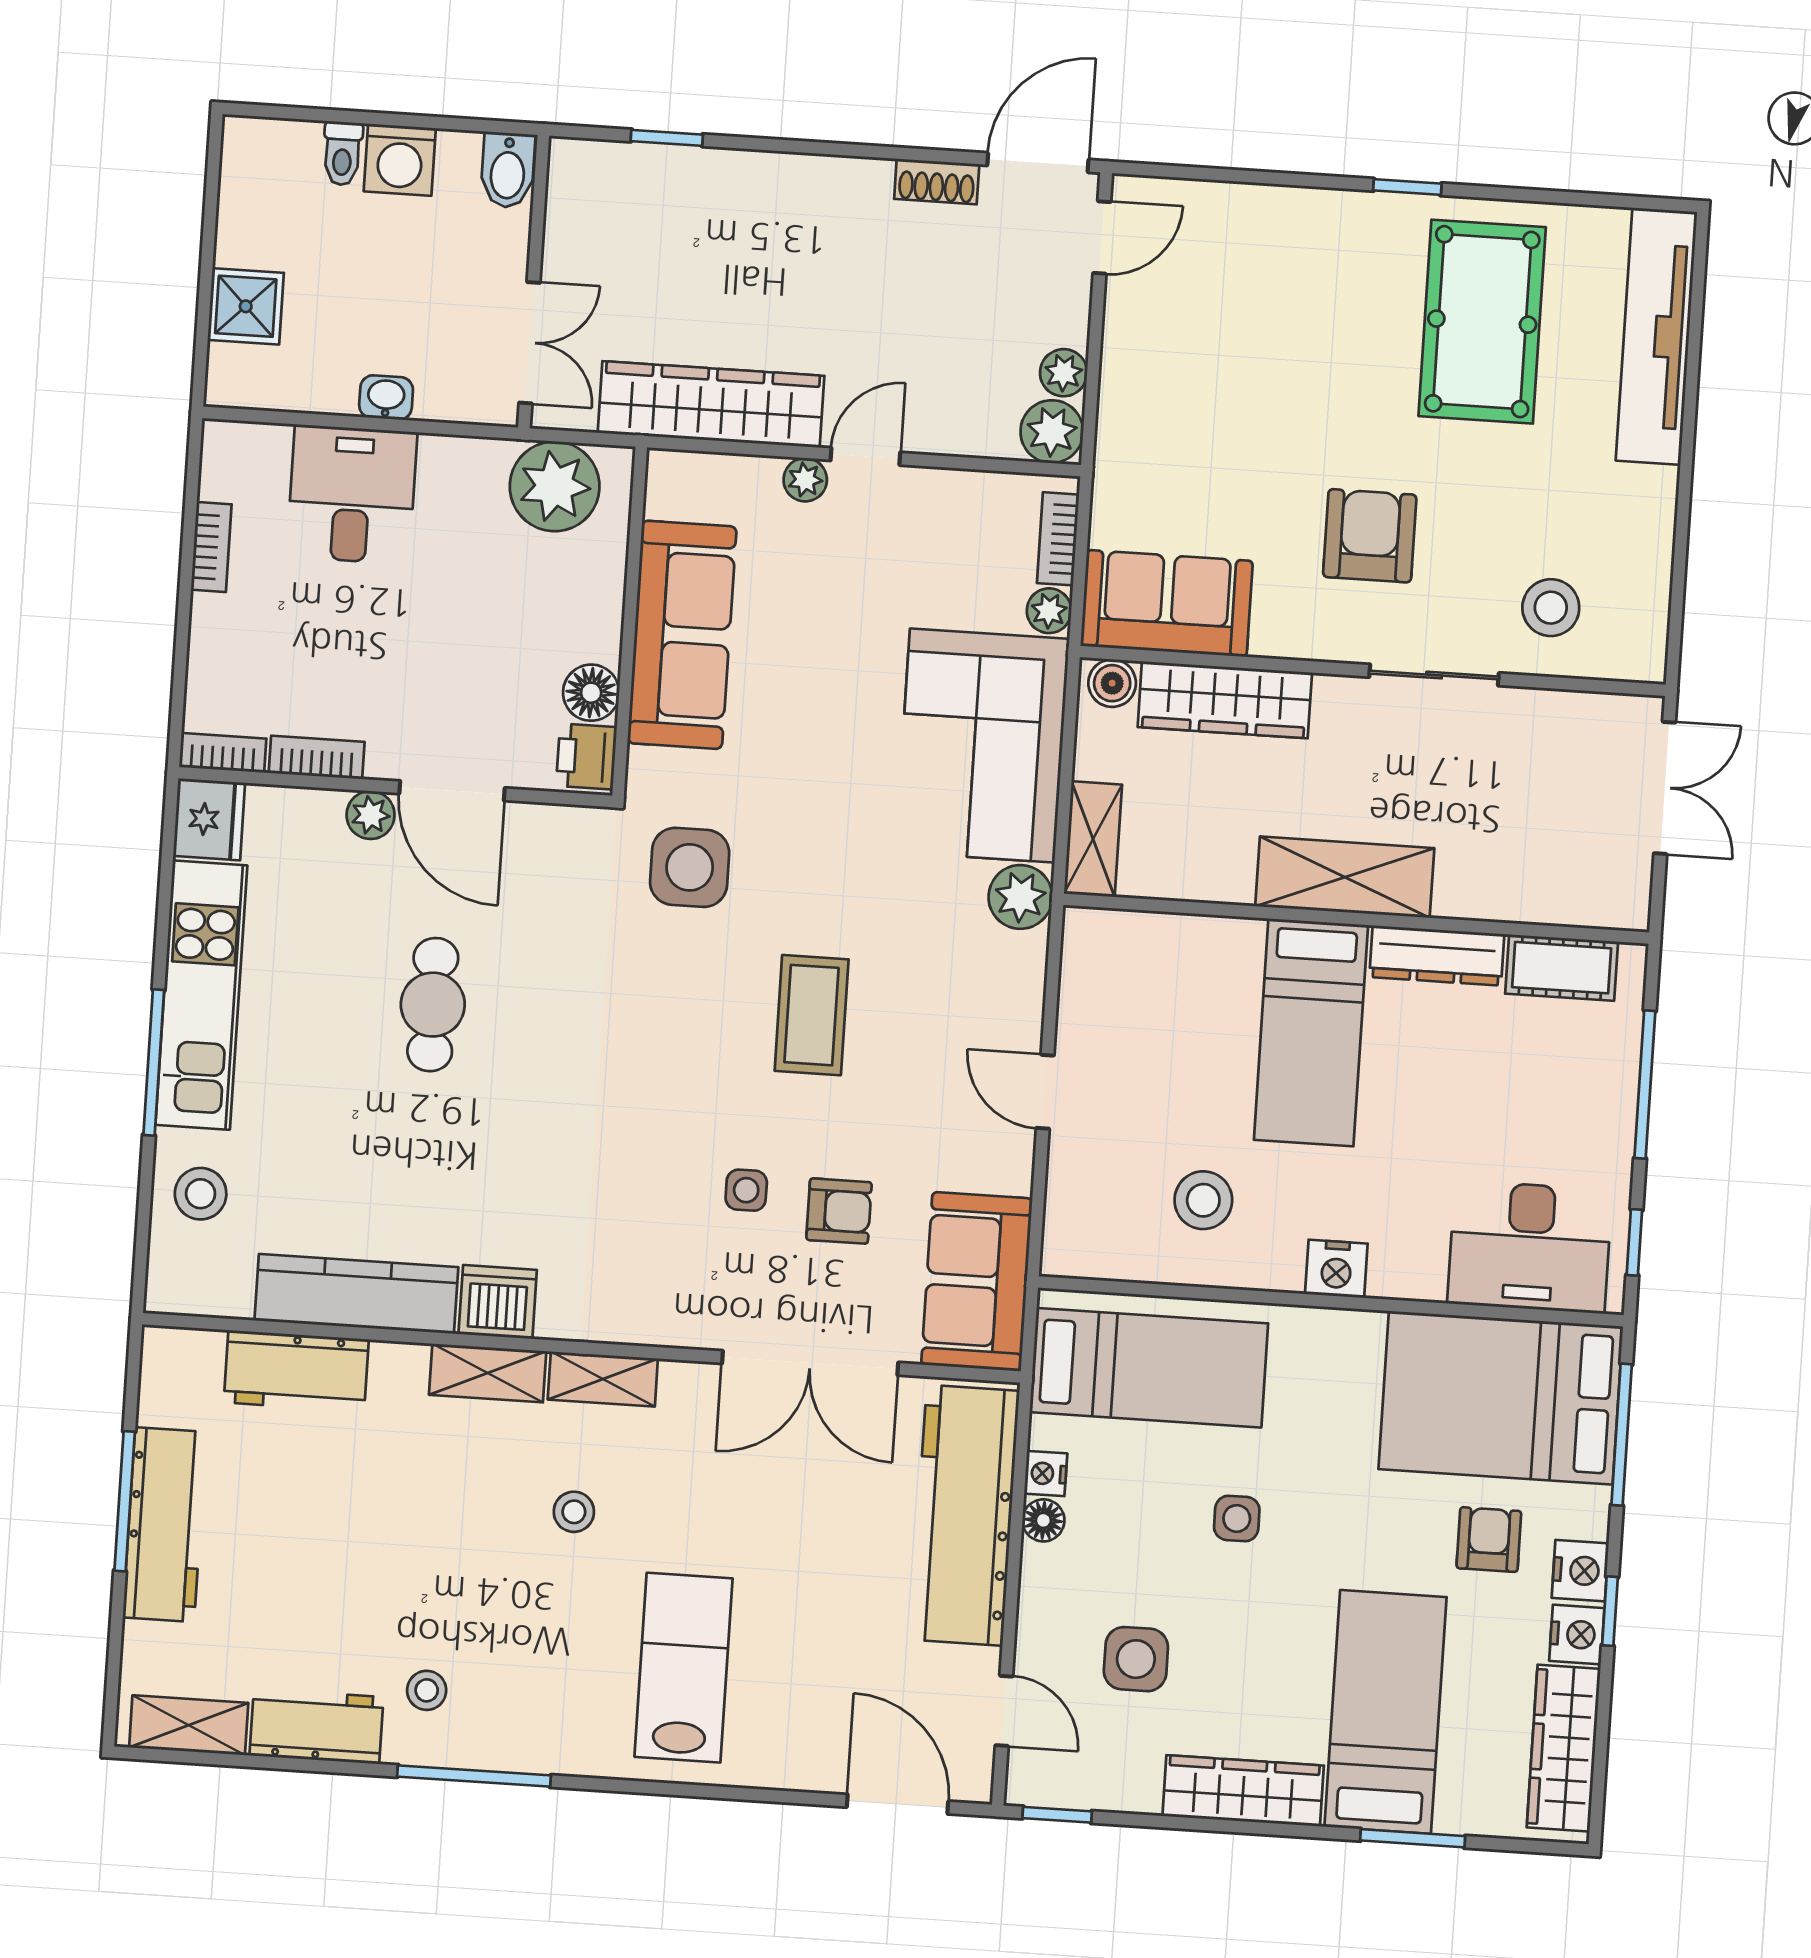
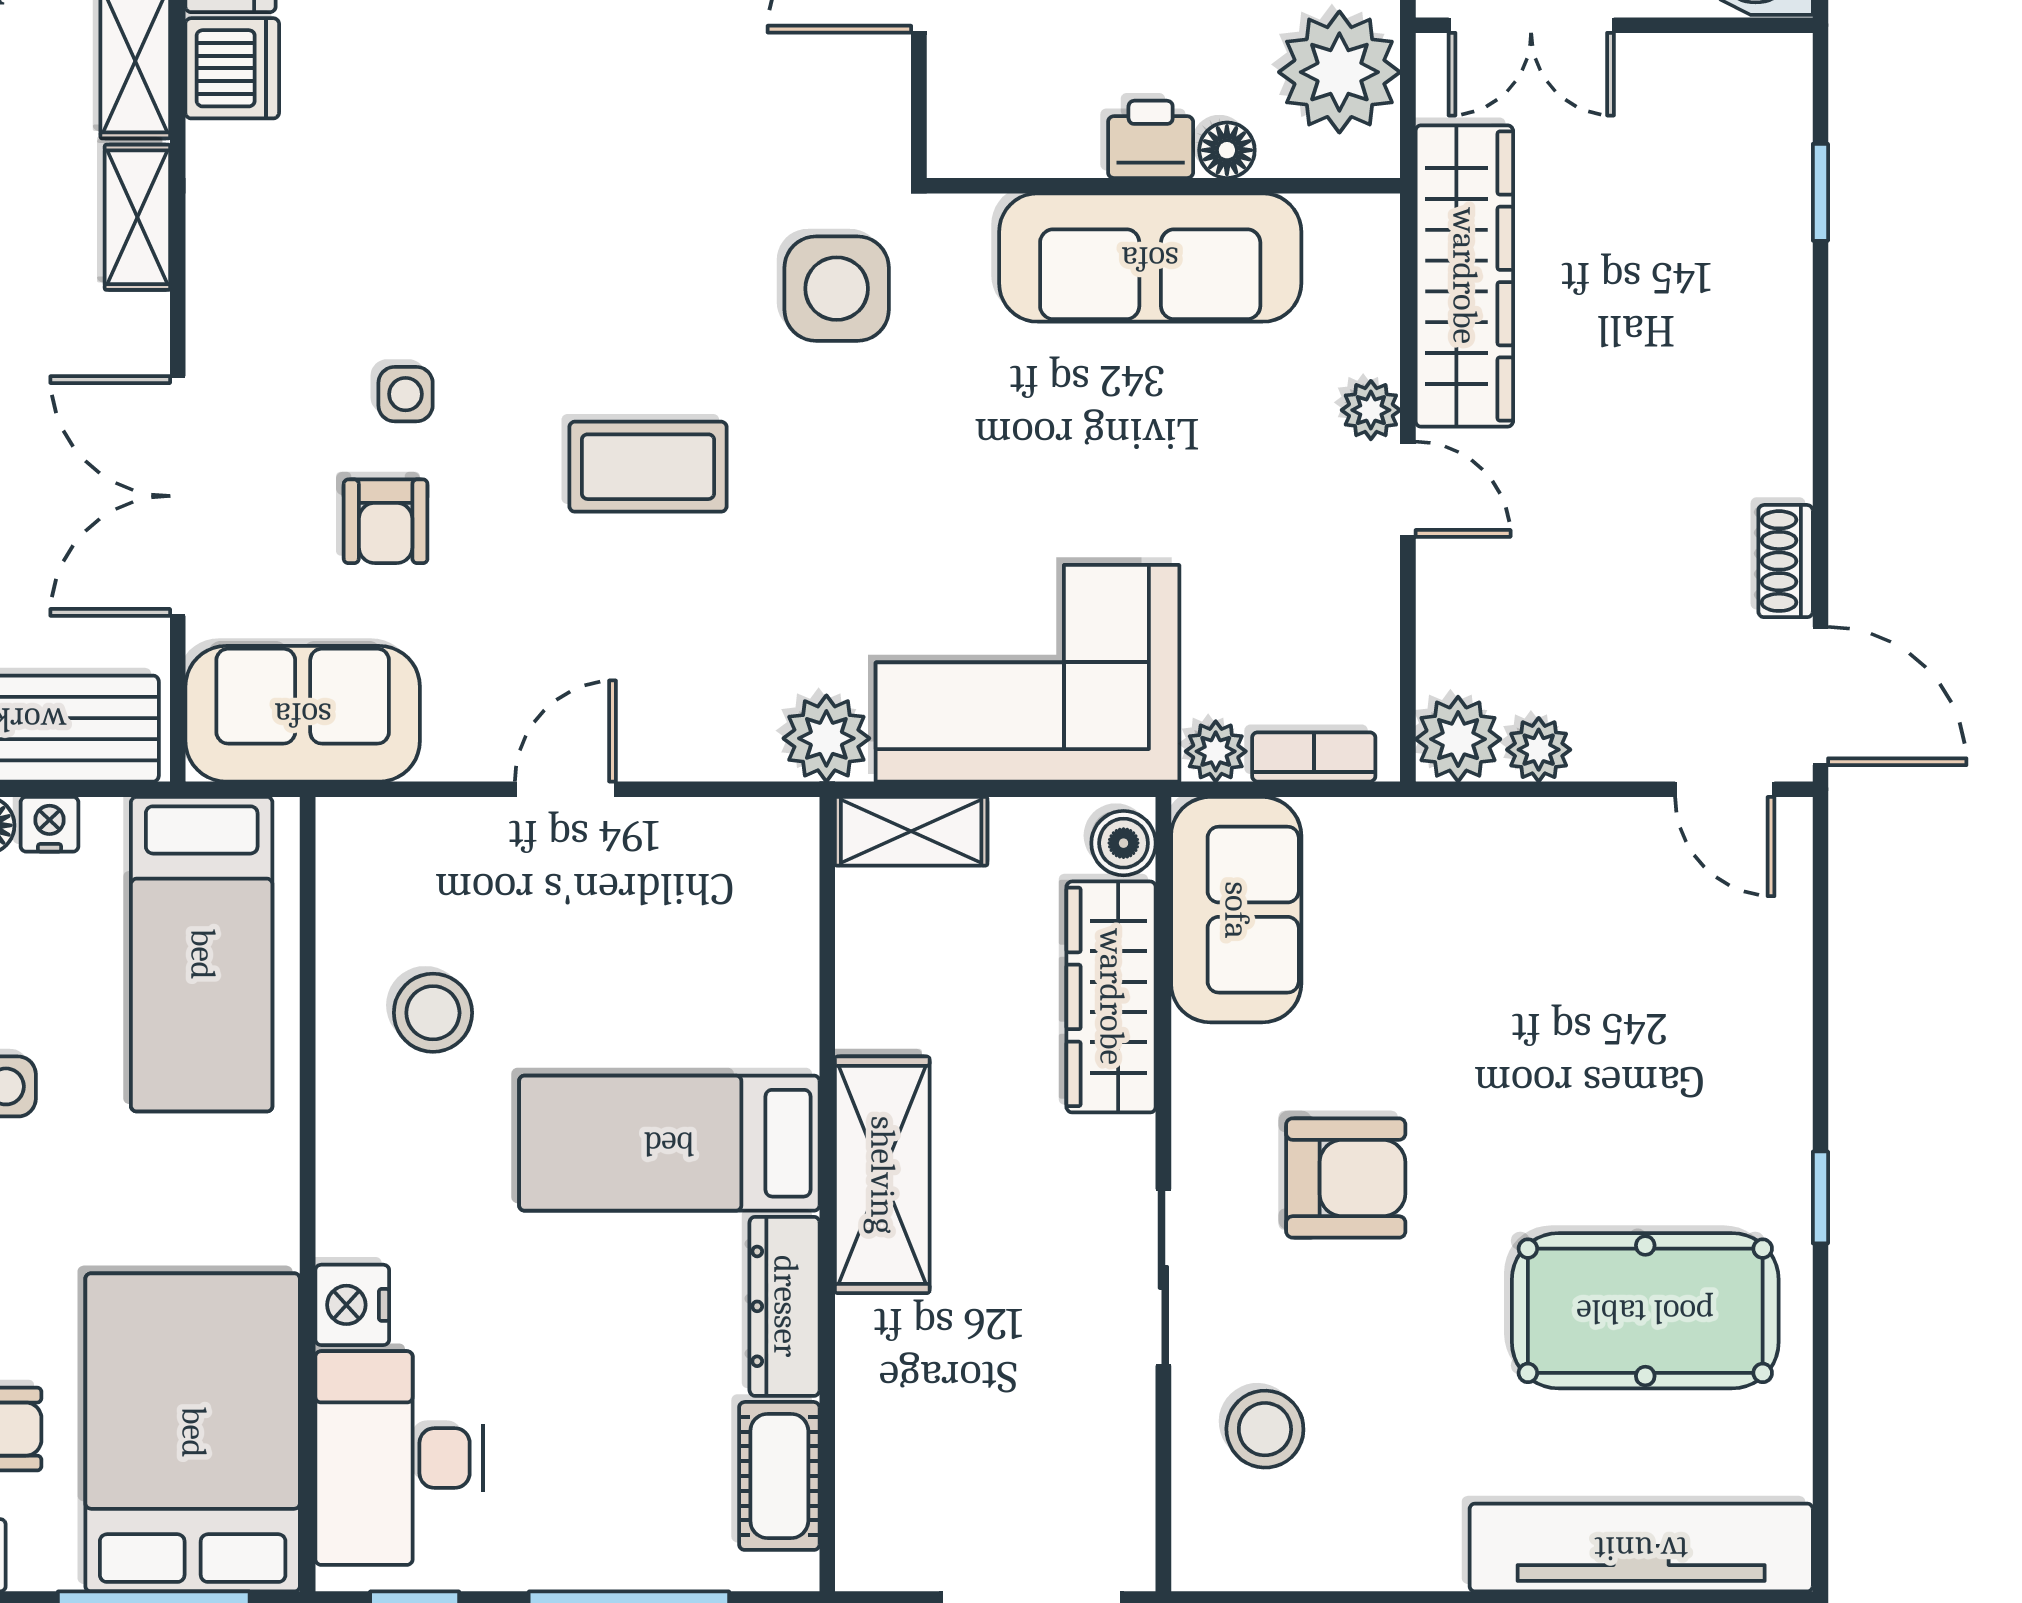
floor lamp: (591, 693) -> (1227, 150), moved, width x0.73, depth x0.73
printer: (586, 757) -> (1151, 139), moved
nightstand: (1336, 1269) -> (352, 1305), moved

